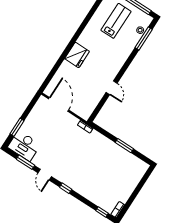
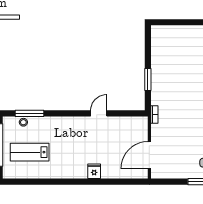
fridge: (77, 55) -> (94, 171), width x0.53, depth x0.75
window: (124, 146) -> (148, 80), moved

